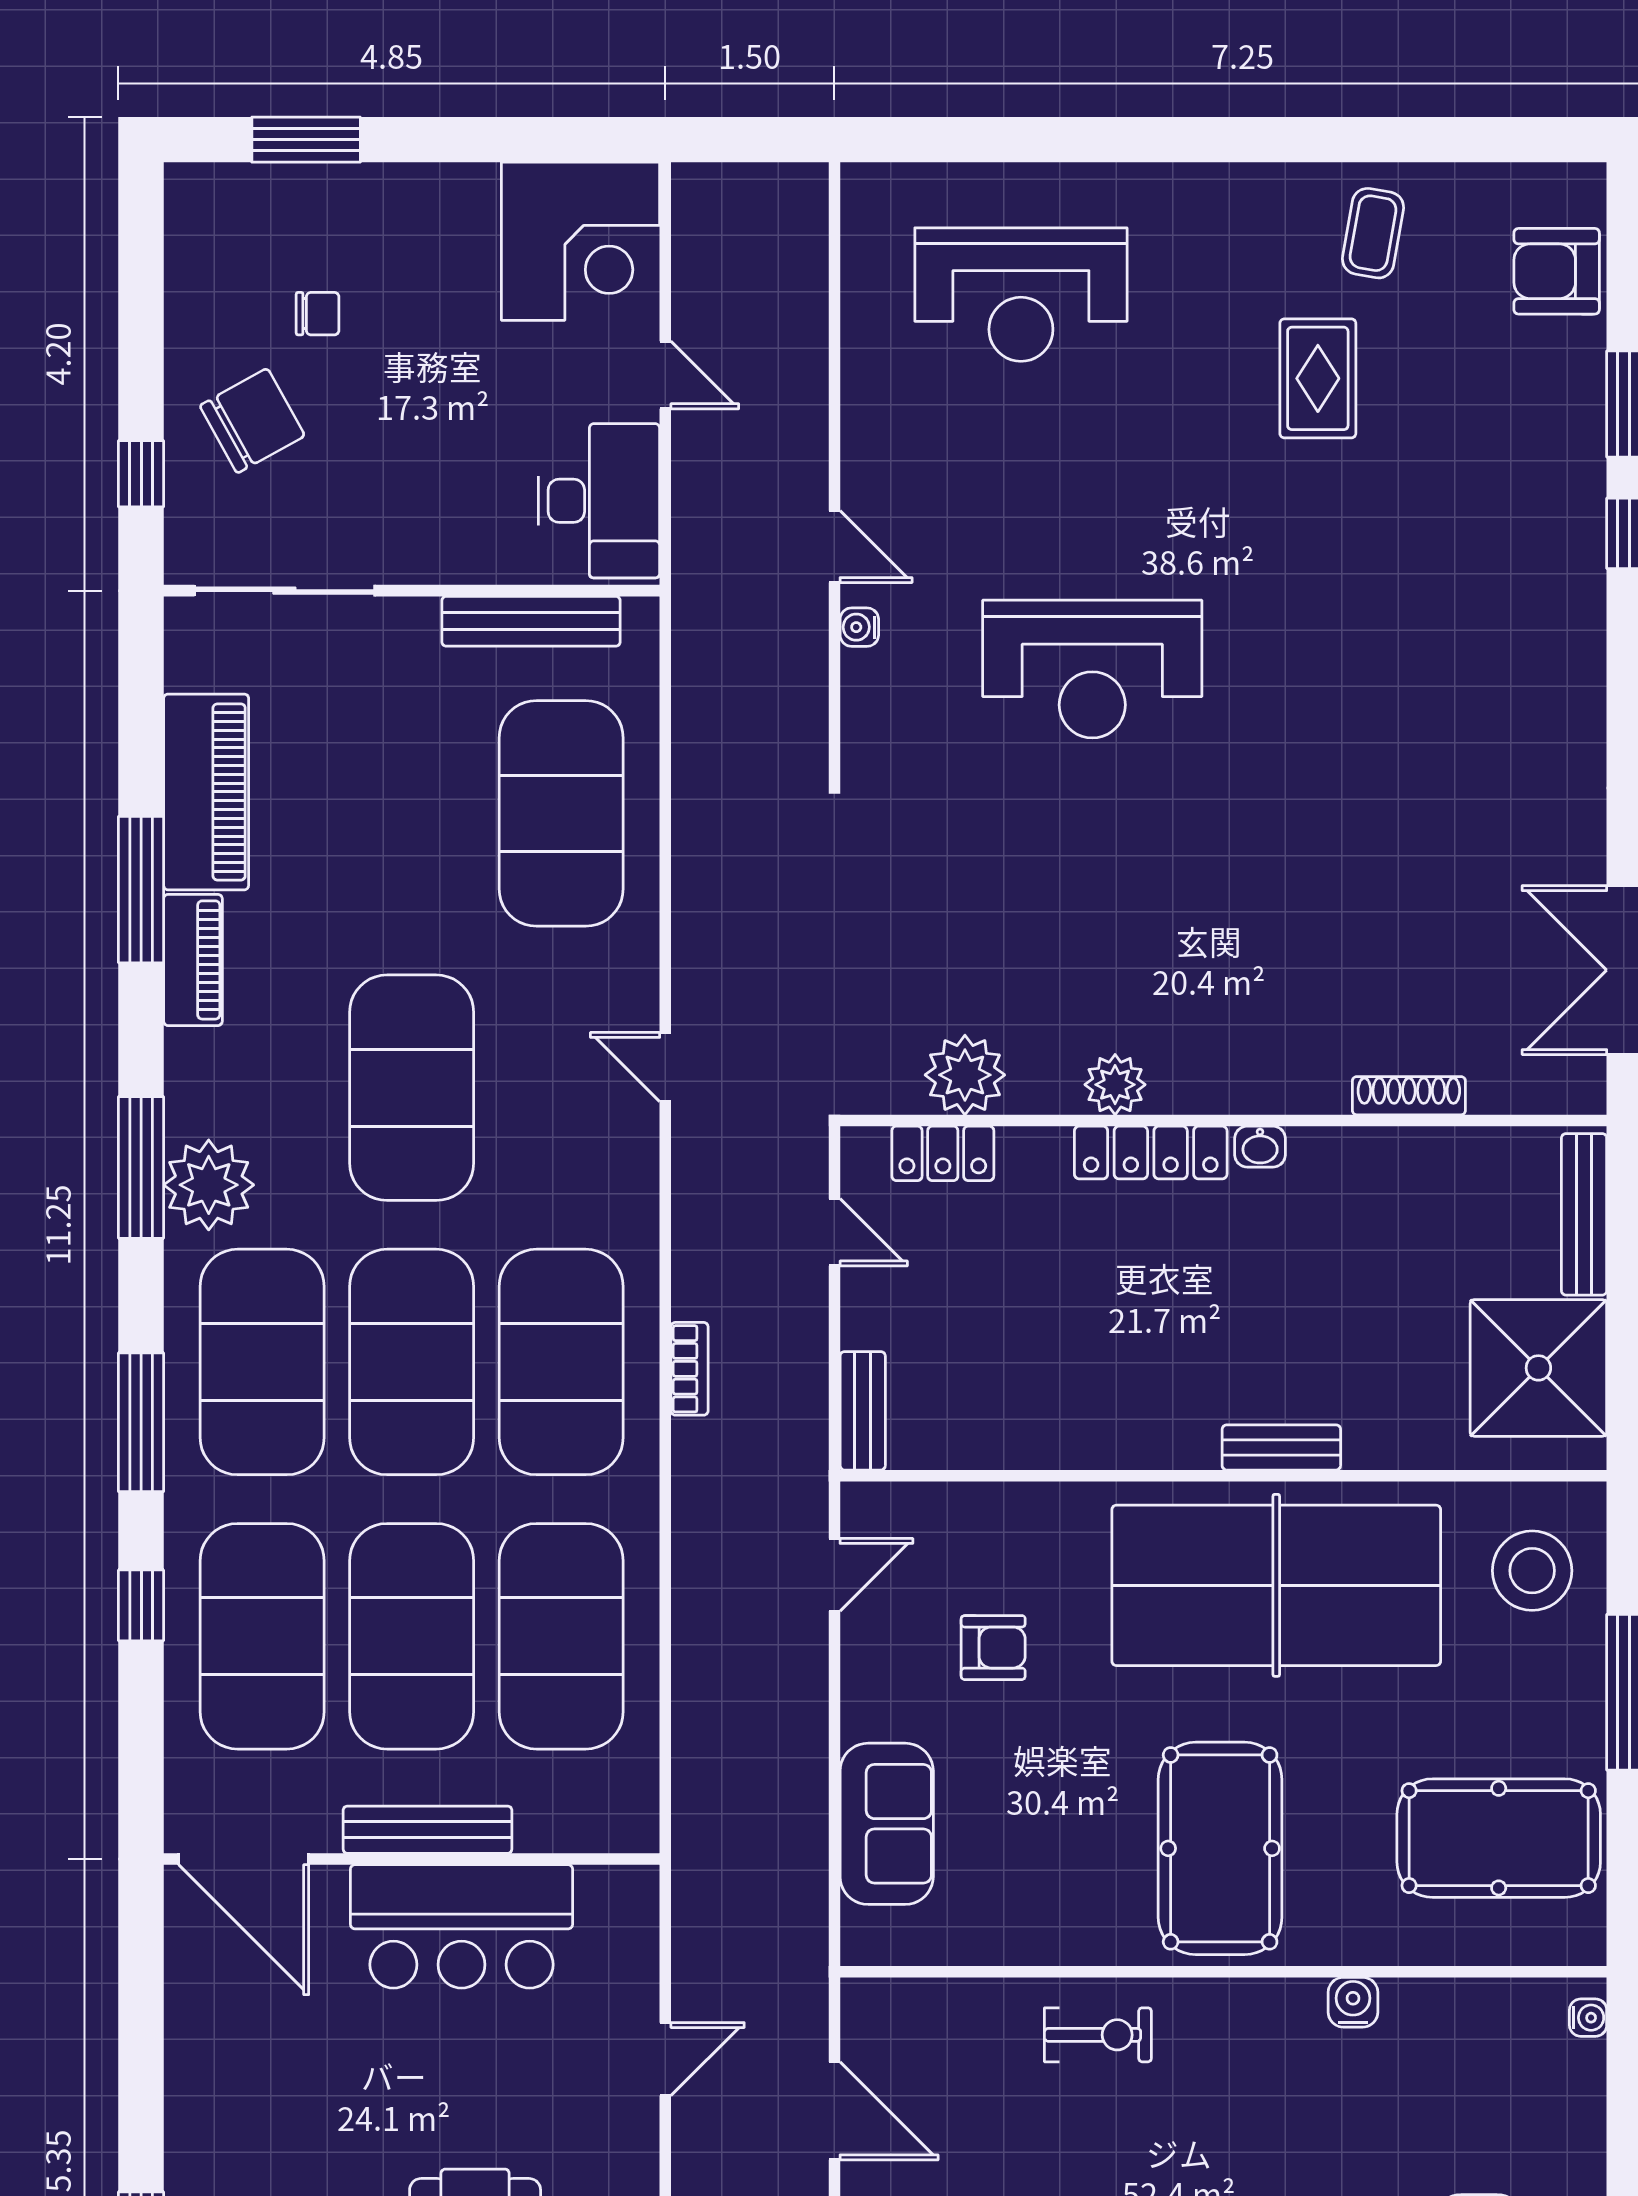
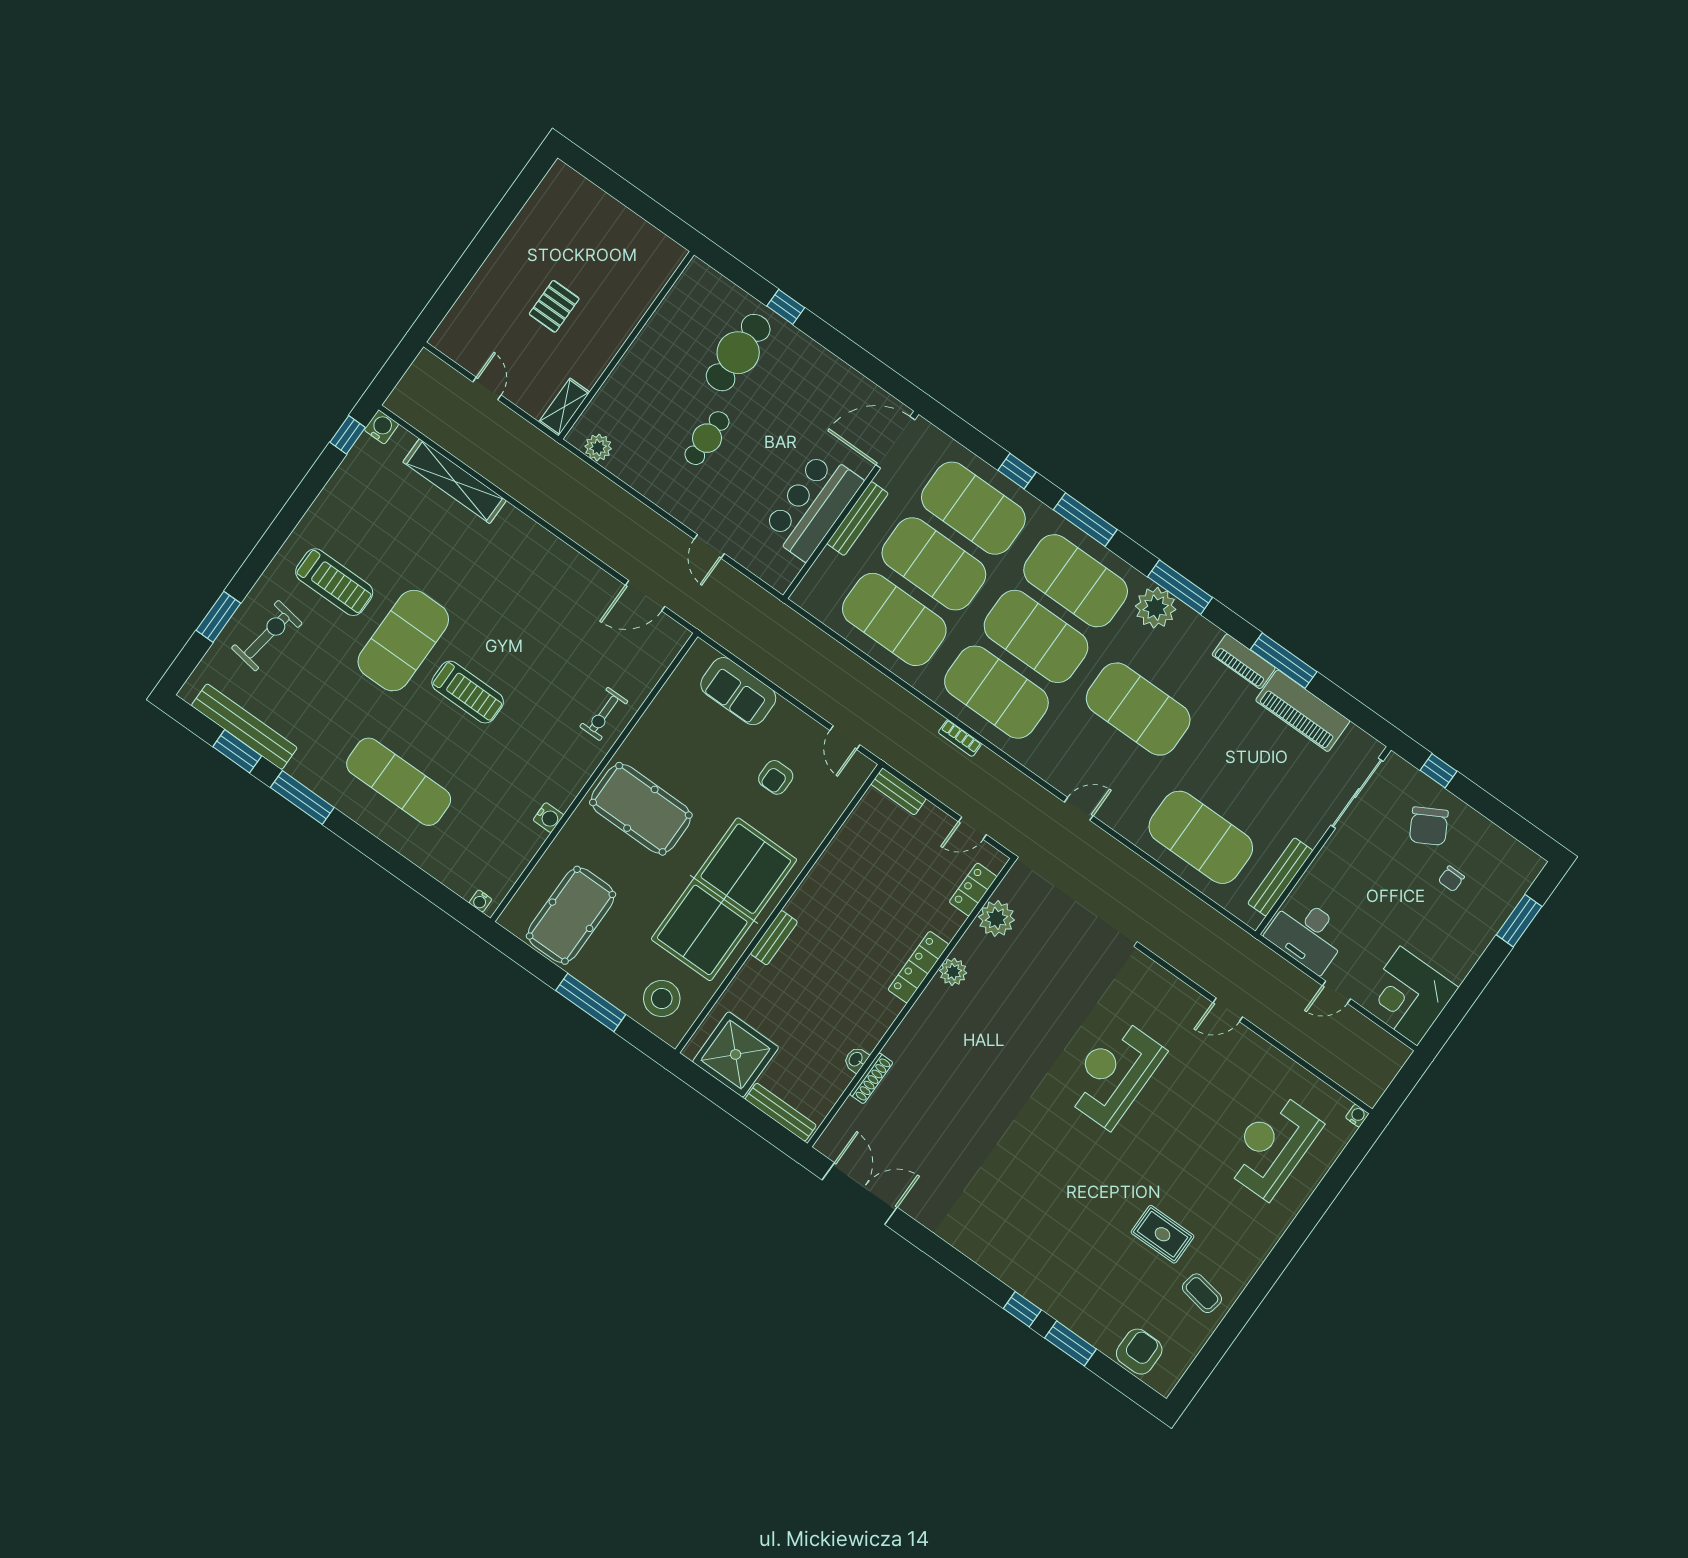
water cooler: (859, 627) -> (1357, 1116), moved
washbasin: (1260, 1147) -> (856, 1059), moved

